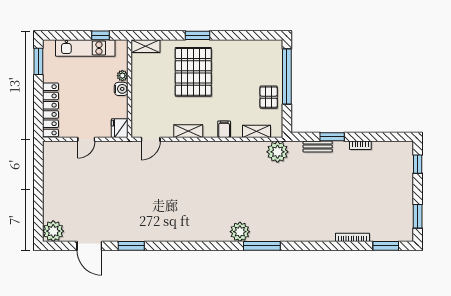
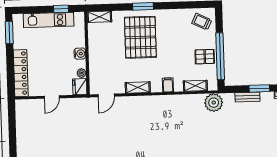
trolley: (266, 56) -> (202, 22), added
plant: (122, 76) -> (82, 73), moved
window: (287, 76) -> (220, 56), moved
pallet: (269, 97) -> (205, 57), turned 90

